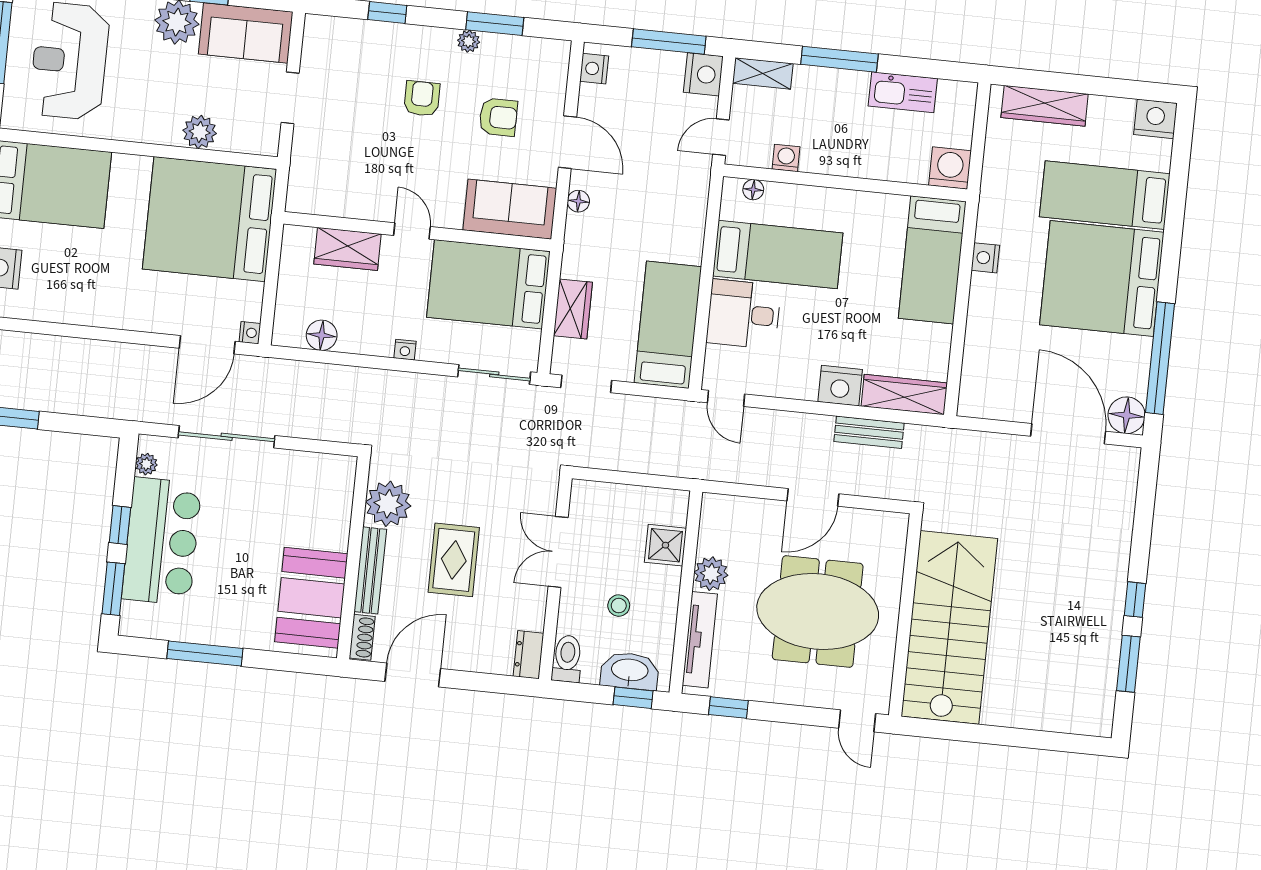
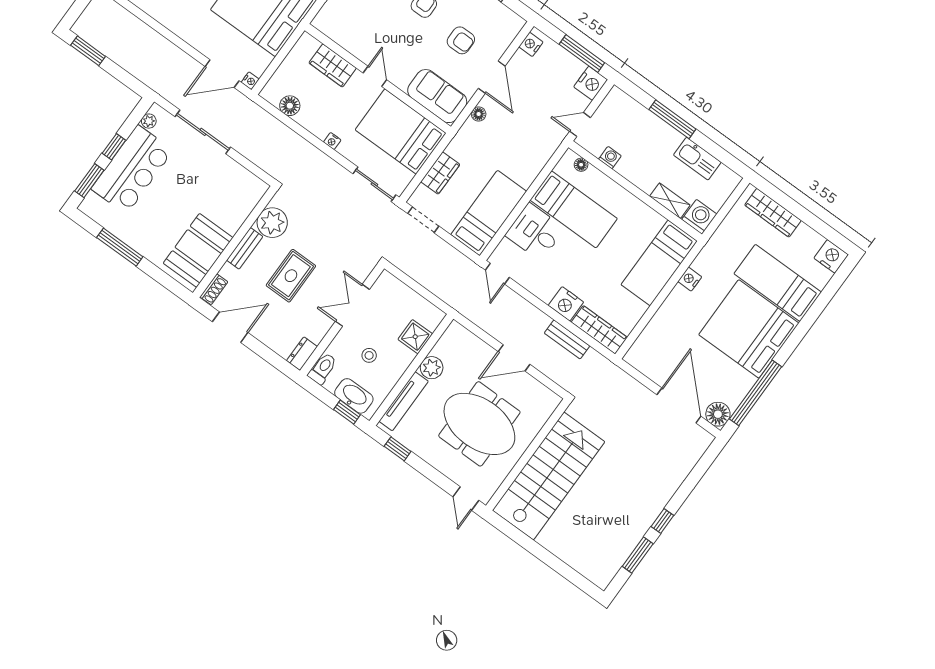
shelving: (763, 73) -> (670, 201), moved
bench: (370, 570) -> (245, 248), width x0.73

